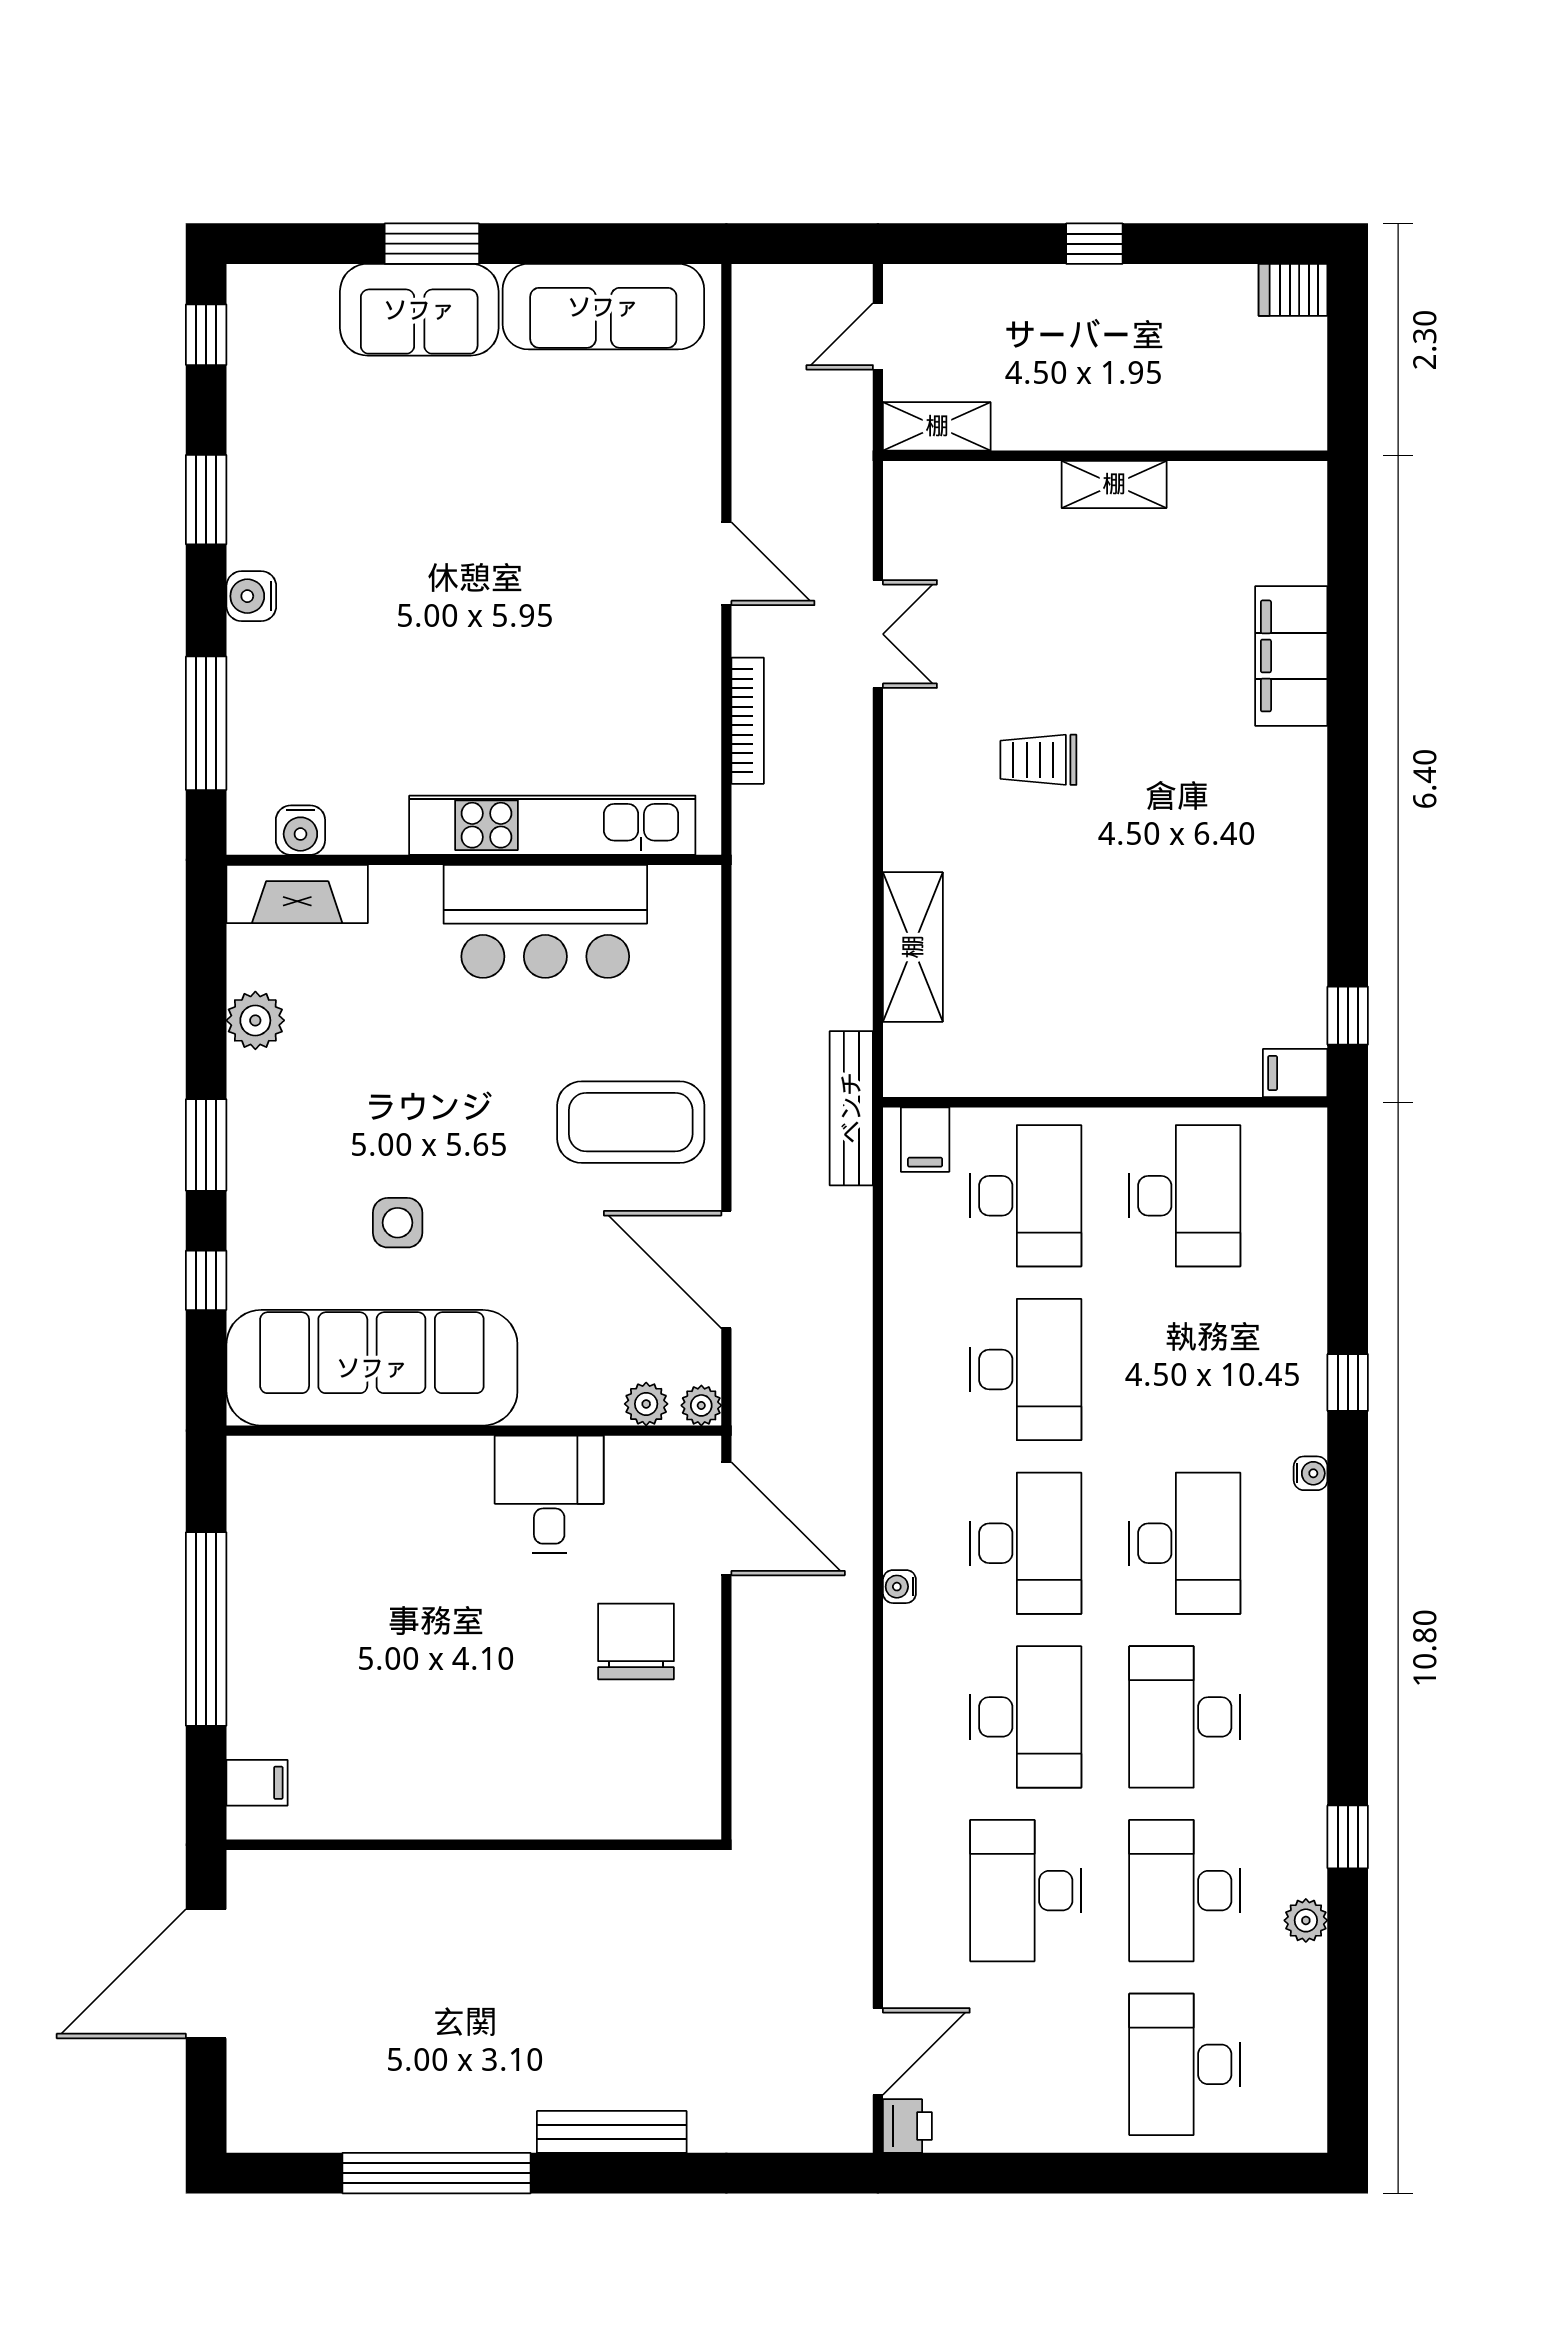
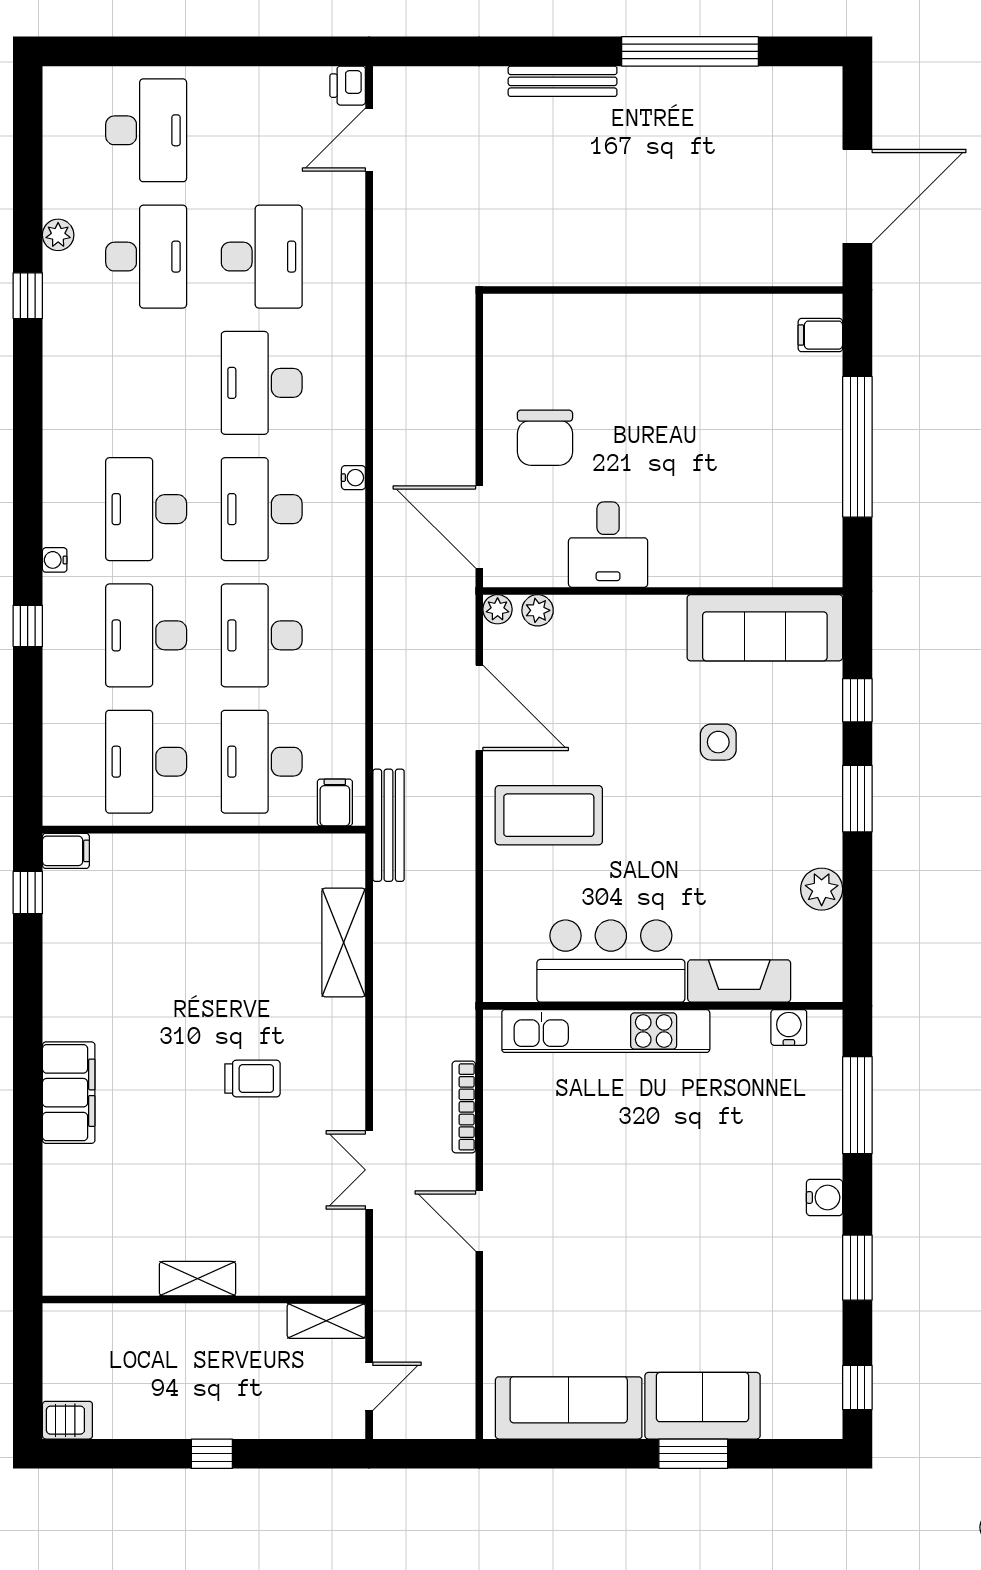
filing cabinet: (1291, 656) -> (69, 1093), moved
fireplace: (297, 894) -> (739, 981), moved
sofa: (372, 1368) -> (765, 628), width x0.74, depth x0.79
desk: (1185, 1717) -> (146, 635), moved, turned 180

